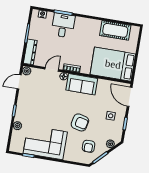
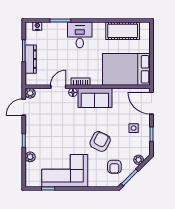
desk: (63, 25) -> (80, 35), moved
dresser: (30, 52) -> (31, 59), moved
armchair: (80, 122) -> (100, 141), turned -76

